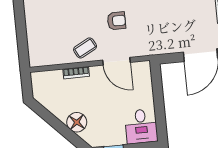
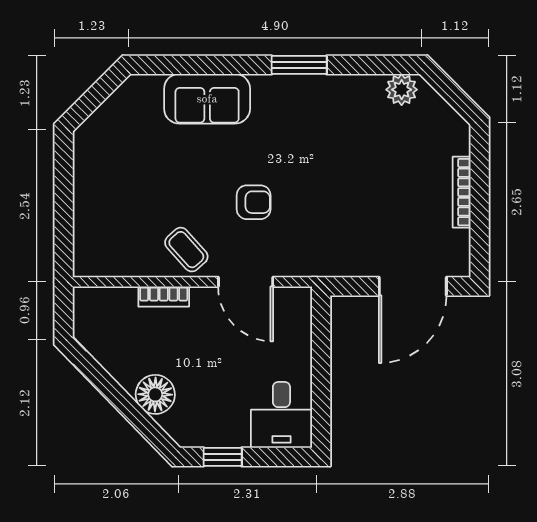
coffee table: (85, 48) -> (186, 250), turned 76

